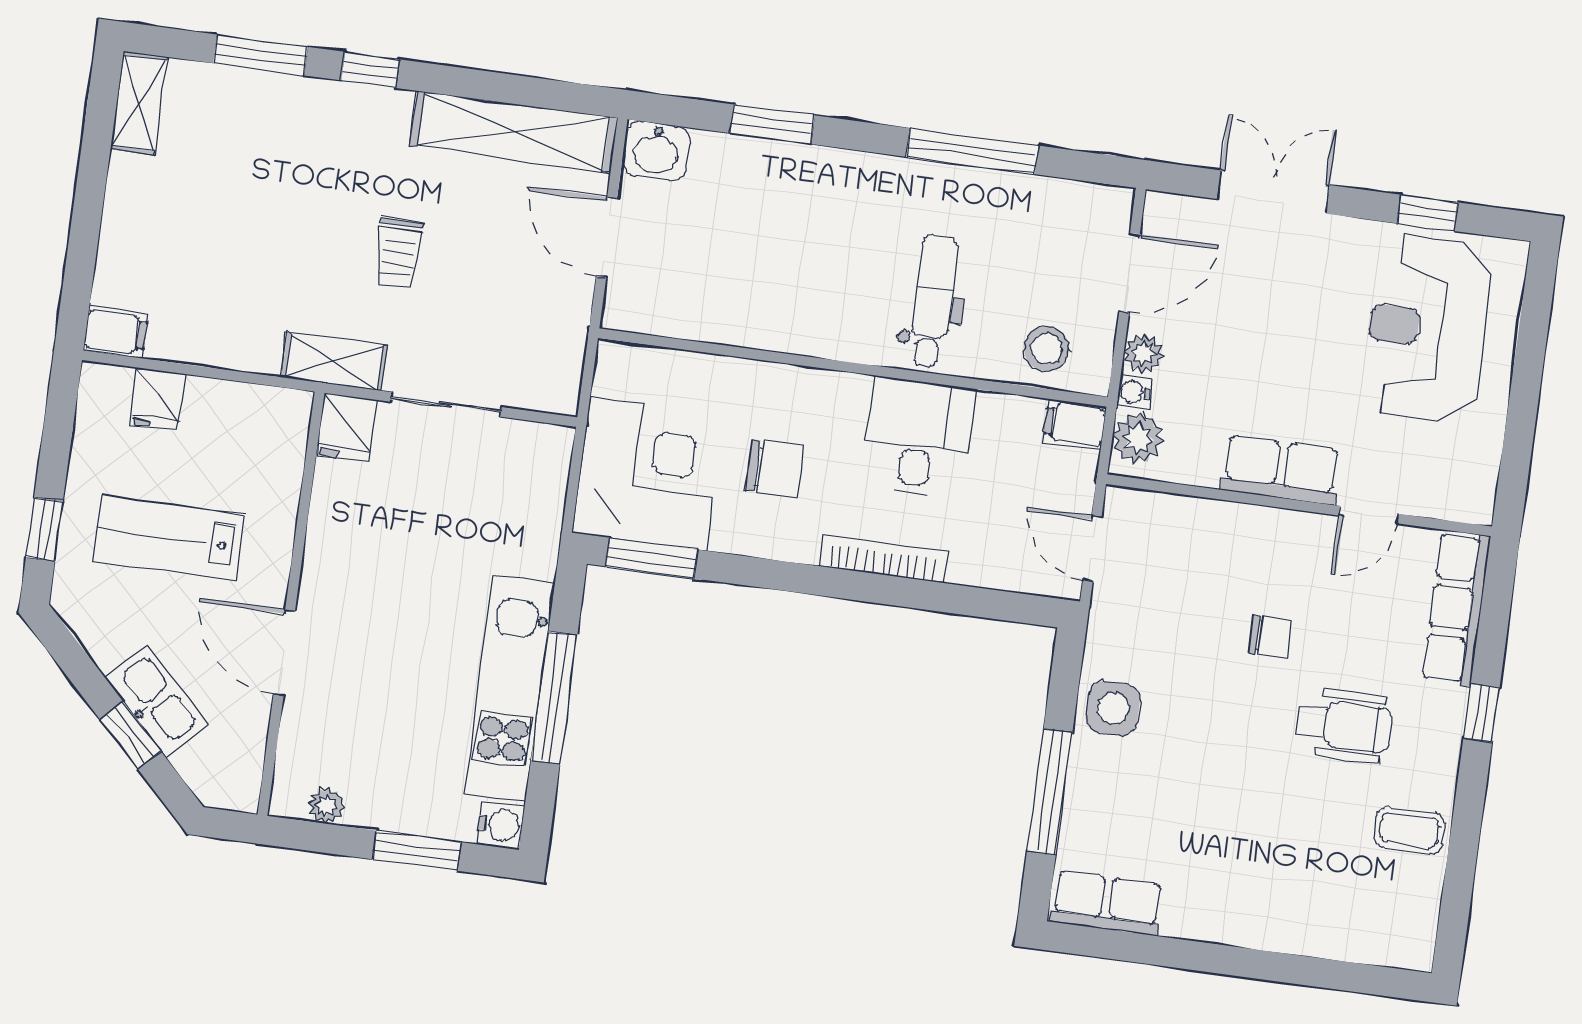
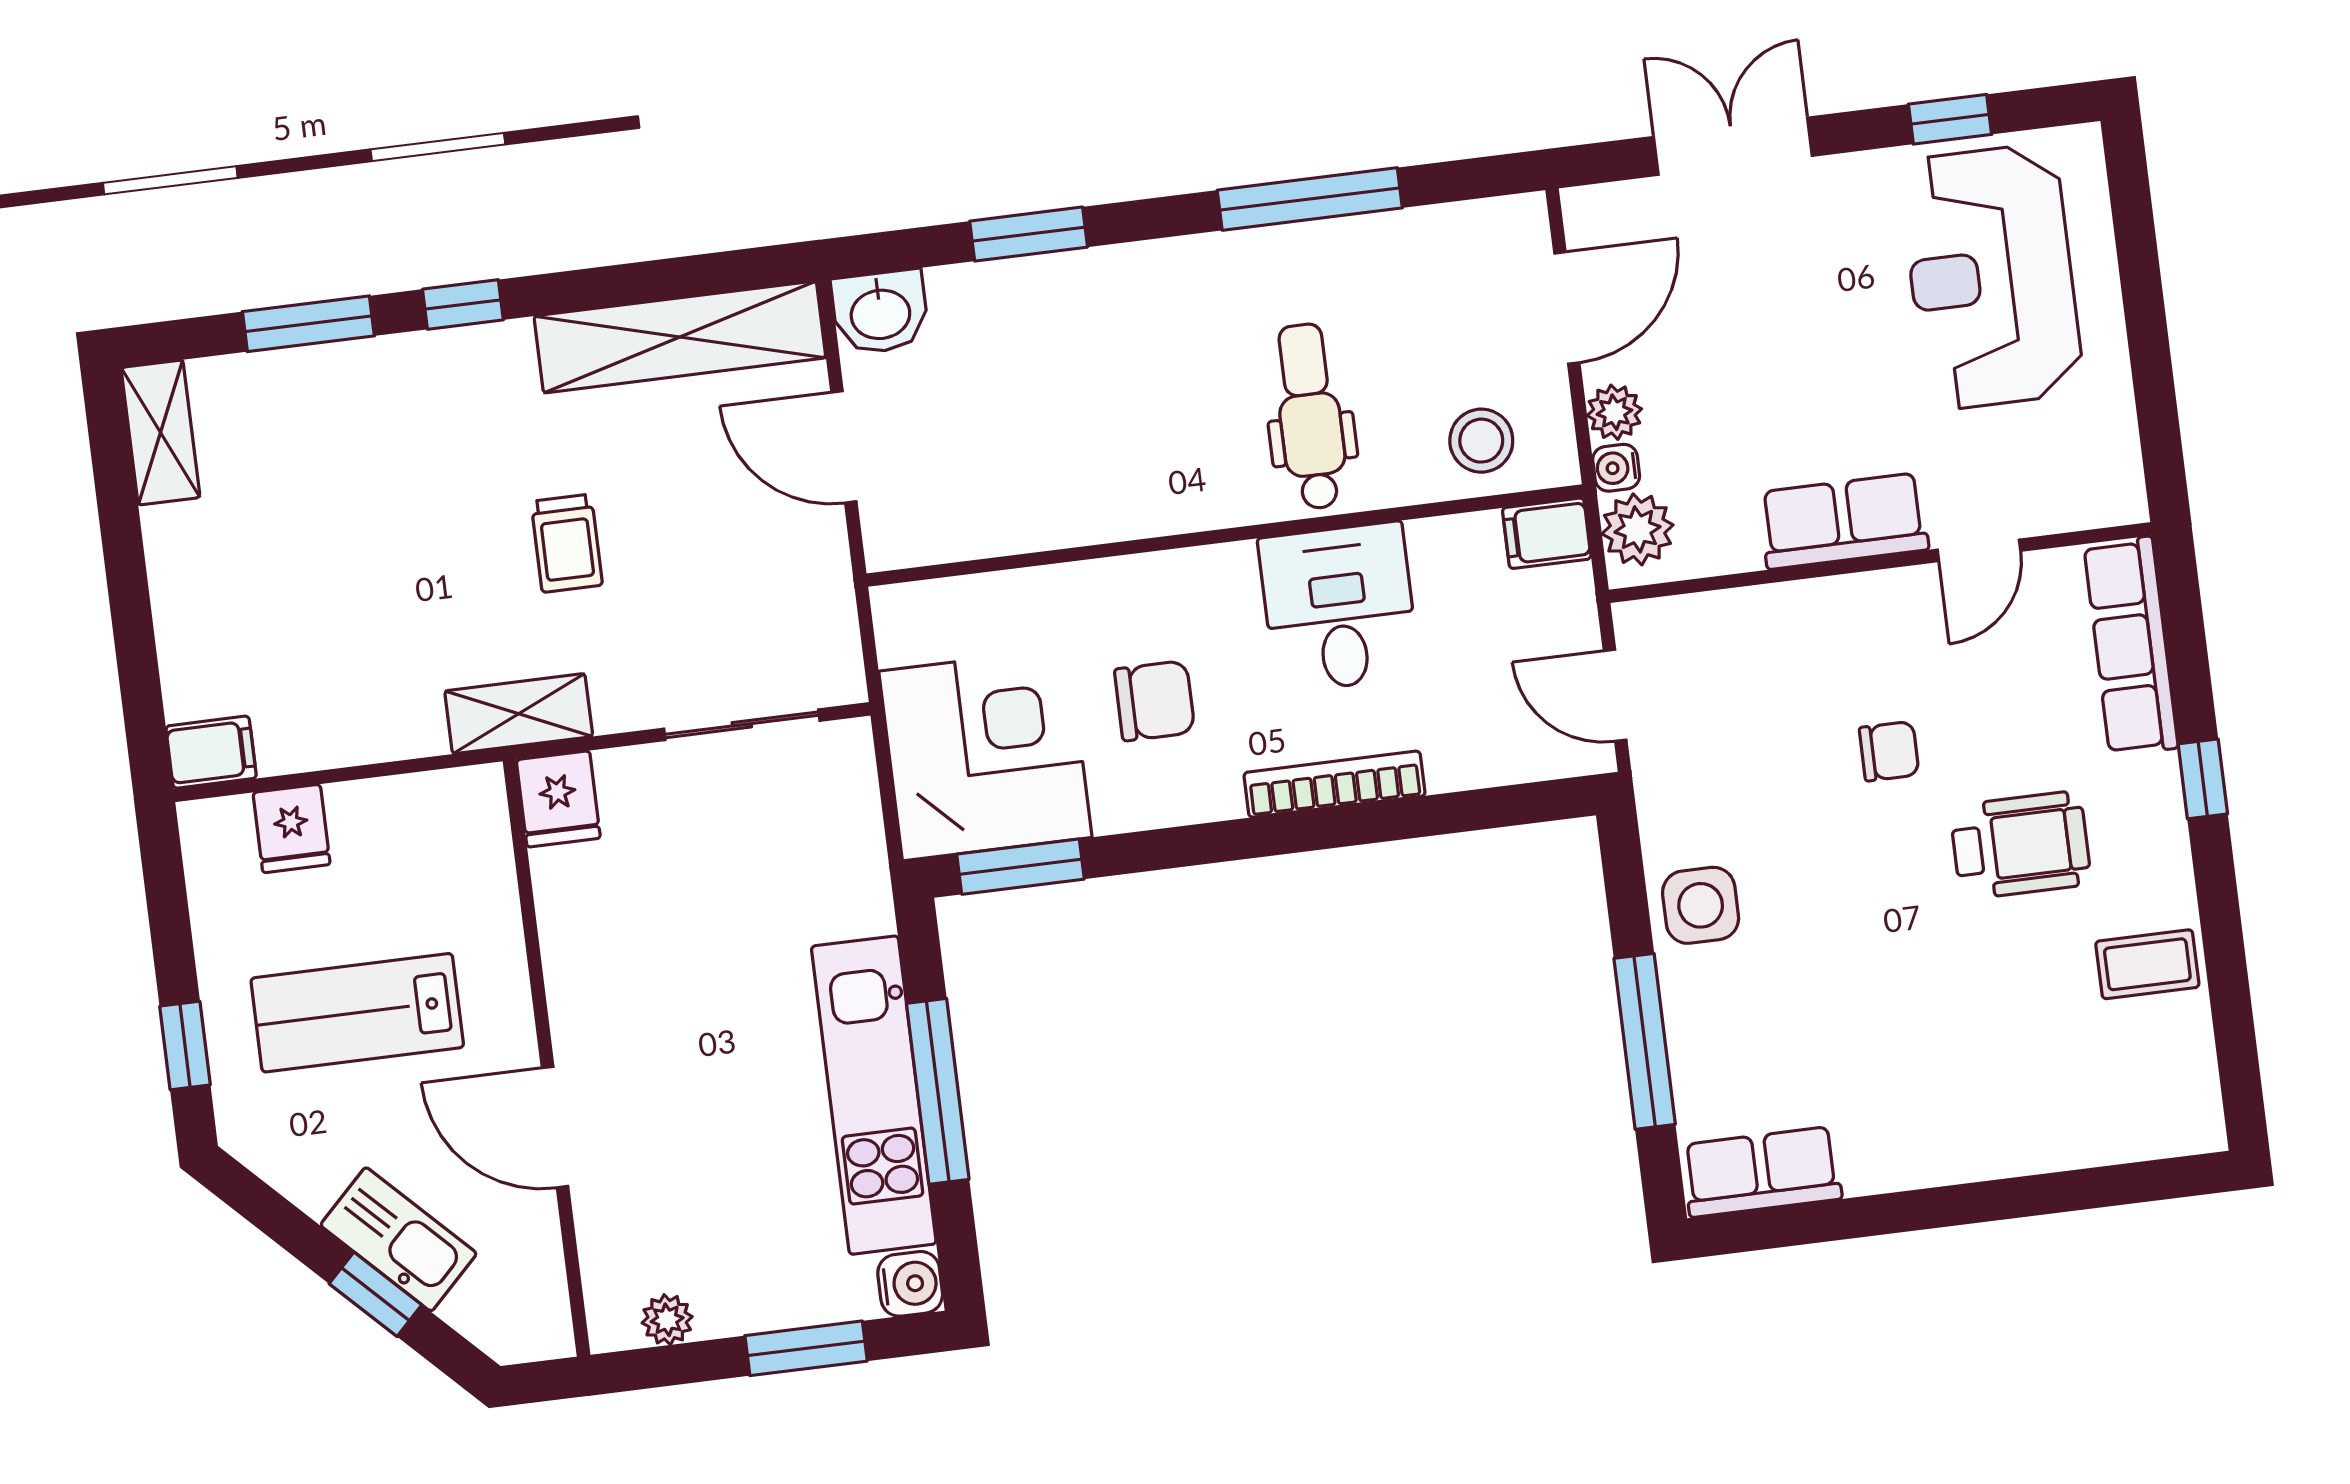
sliding door: (446, 404) -> (742, 725), moved

